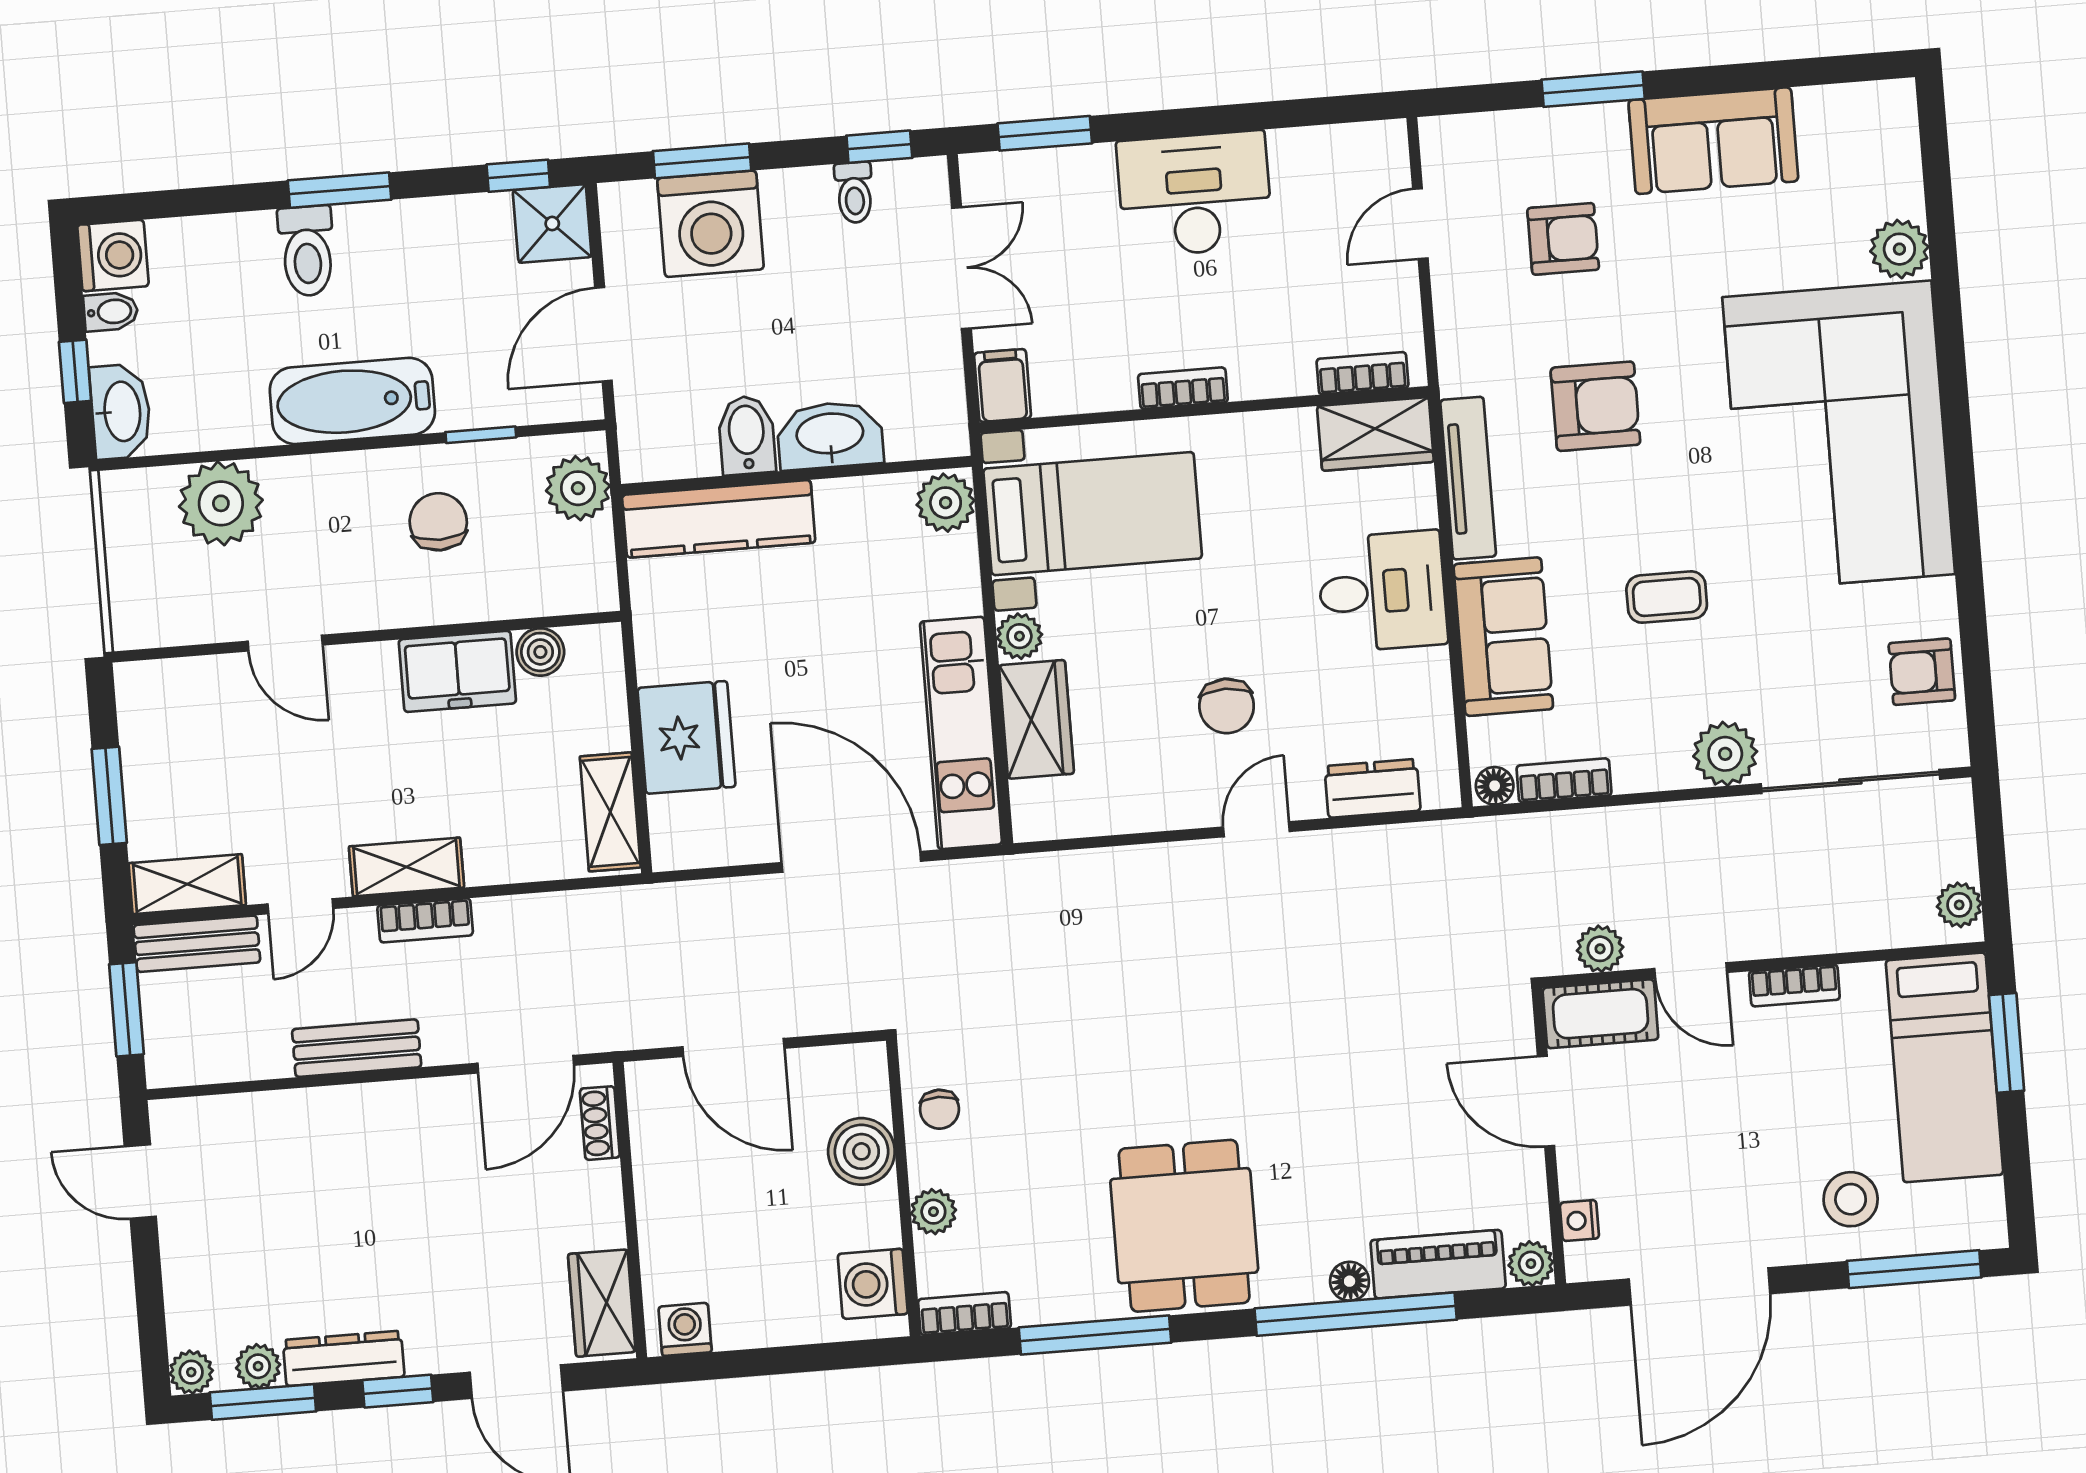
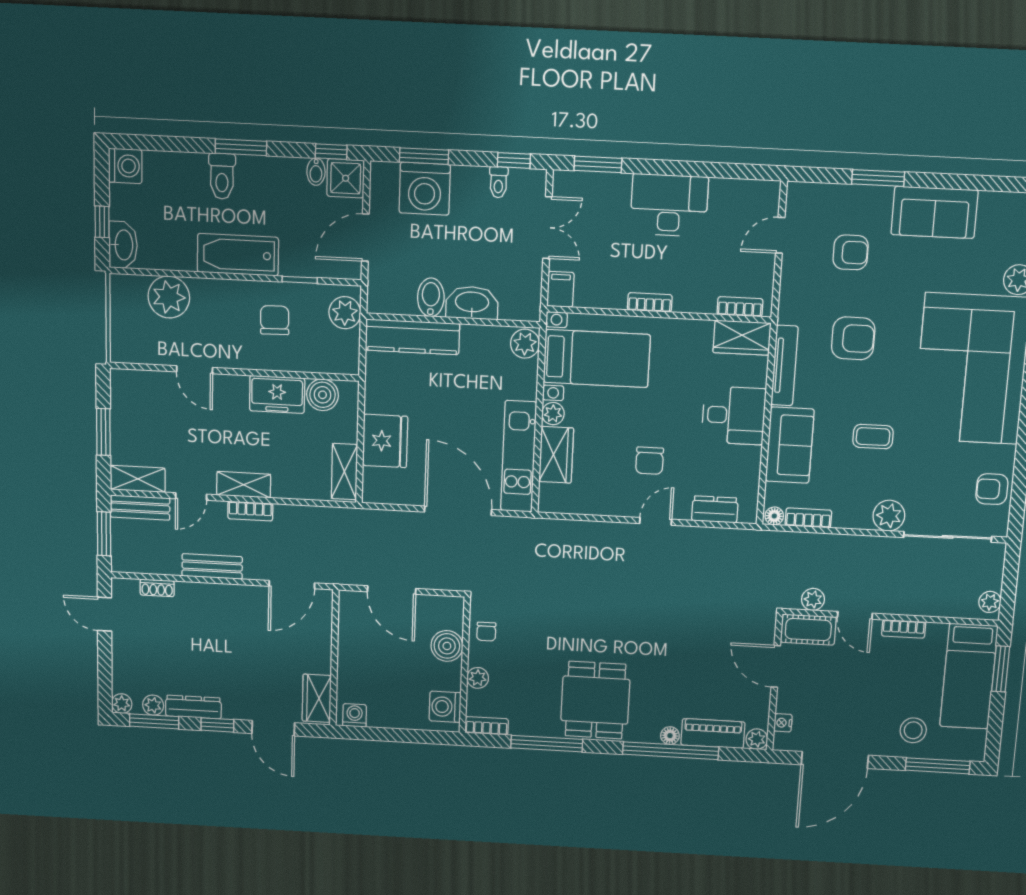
bidet: (111, 312) -> (316, 172), moved, turned 90
boiler: (540, 652) -> (323, 395), width x1.36, depth x1.36
shoe rack: (600, 1123) -> (157, 588), moved, turned -90

